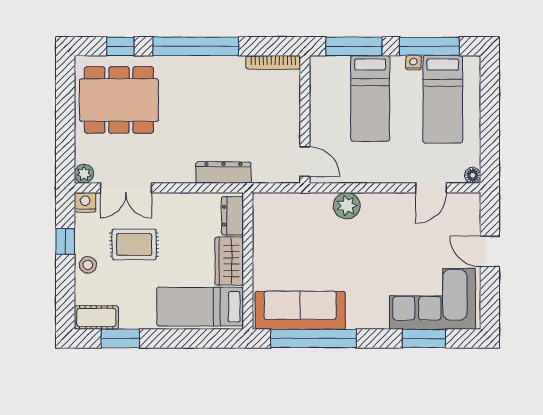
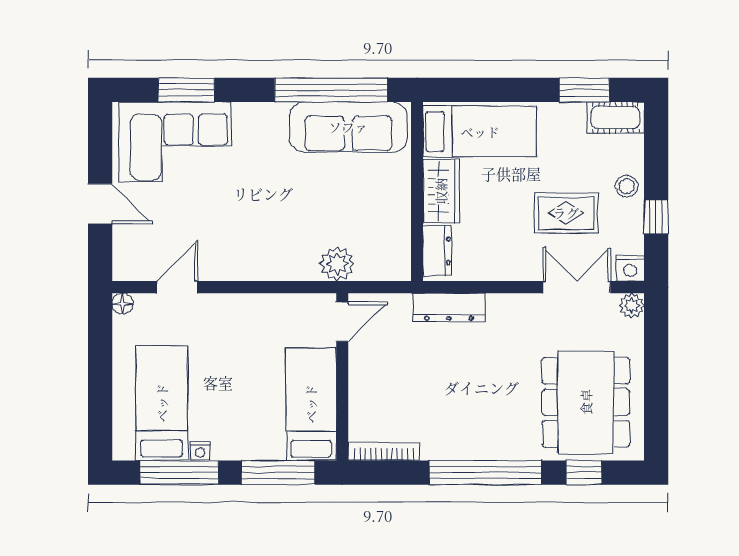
bed: (370, 98) -> (311, 404), moved
dining table: (119, 100) -> (586, 402), turned 90
door: (305, 162) -> (342, 322), swing flipped
plant: (347, 206) -> (337, 264), moved

